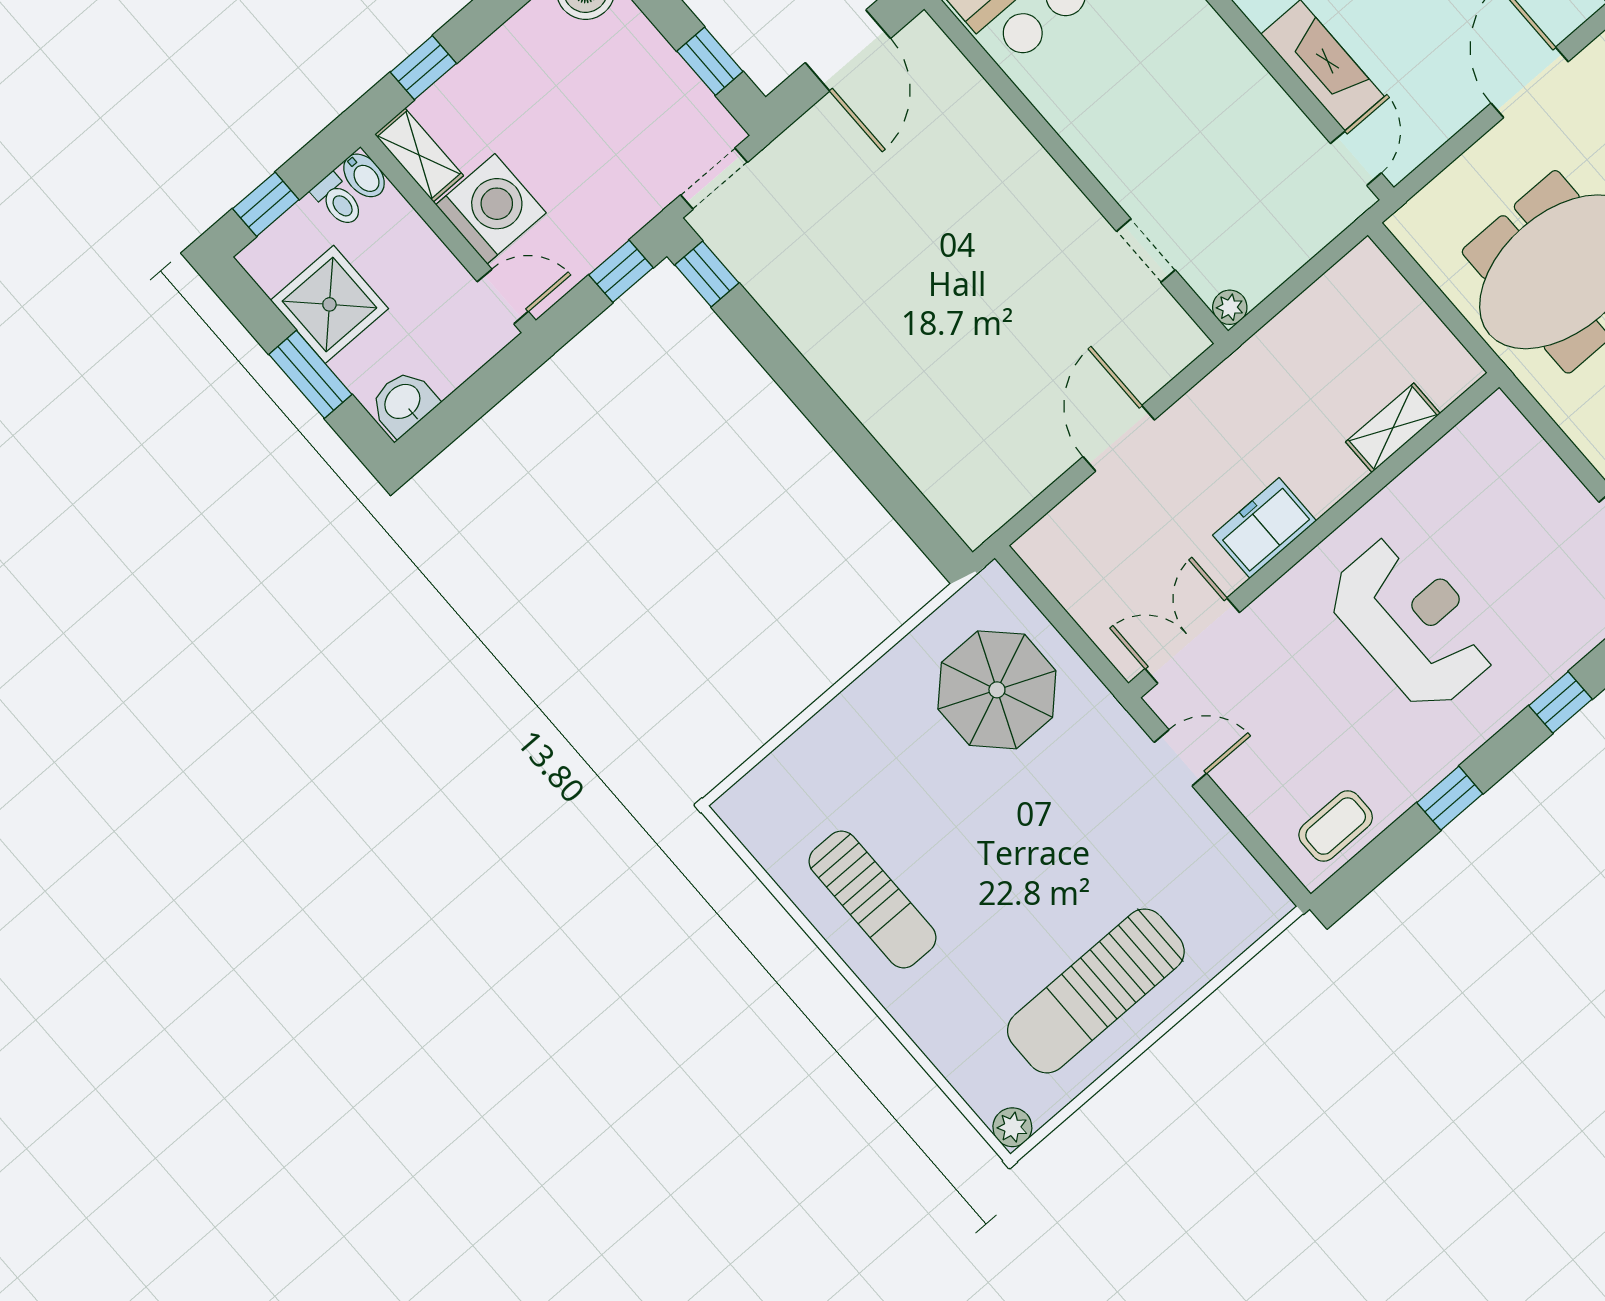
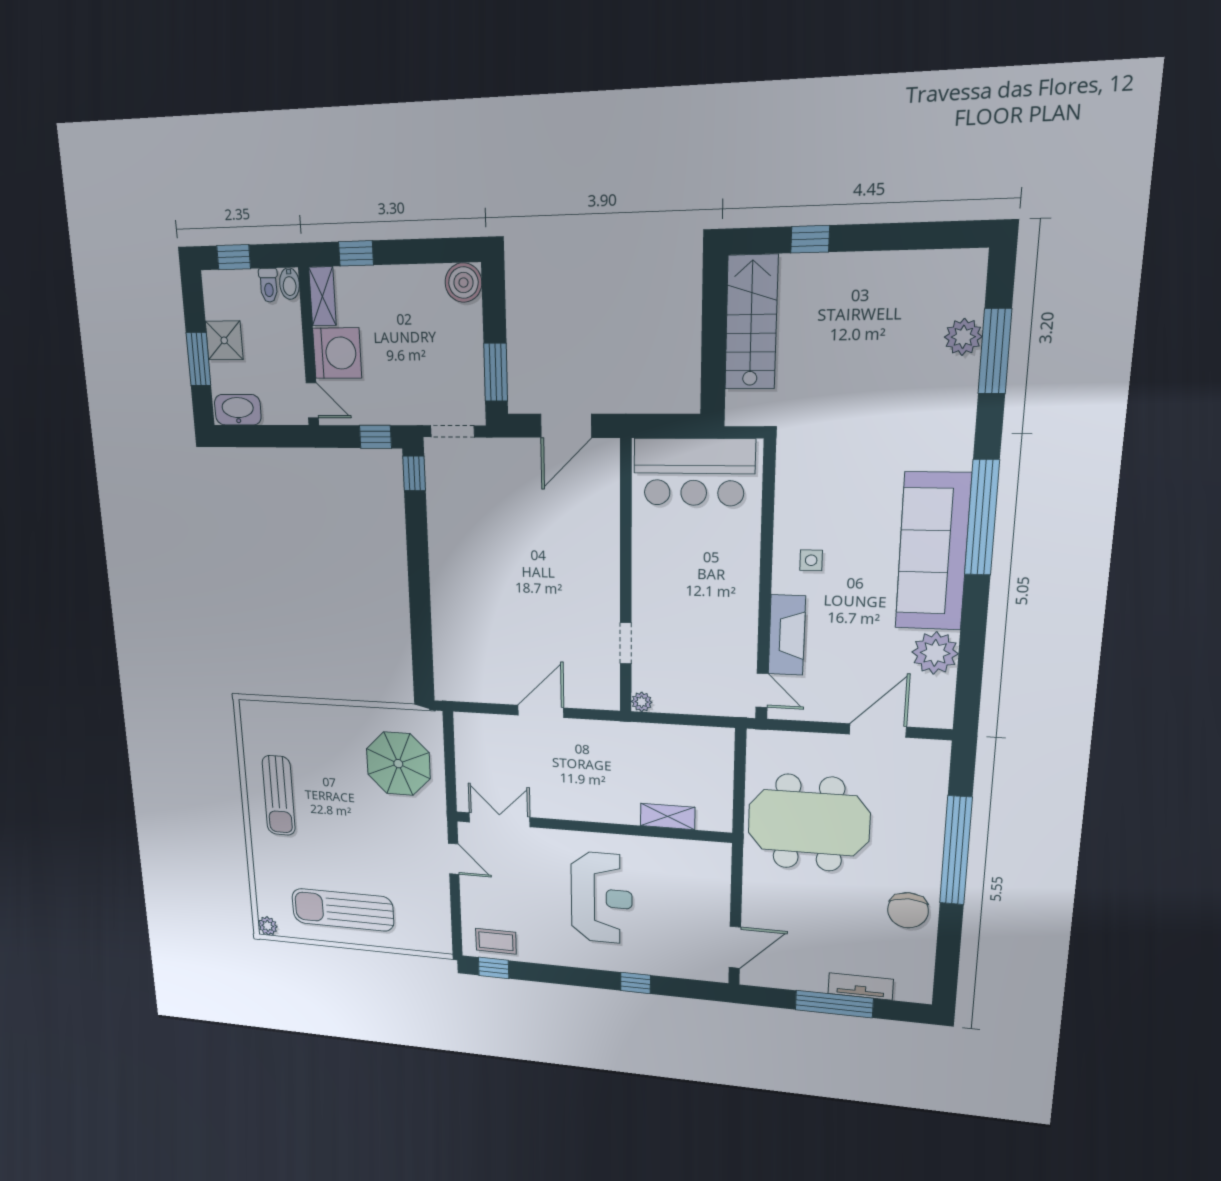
window: (710, 61) -> (496, 372), width x1.50
door: (1356, 158) -> (762, 690), hinge flipped
shower: (329, 304) -> (224, 340), width x0.73, depth x0.73
washbasin: (403, 403) -> (238, 410), width x1.38
freezer: (1265, 528) -> (572, 805), removed
window: (1450, 798) -> (494, 968), moved

